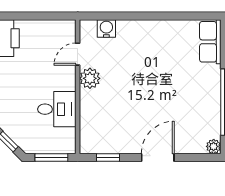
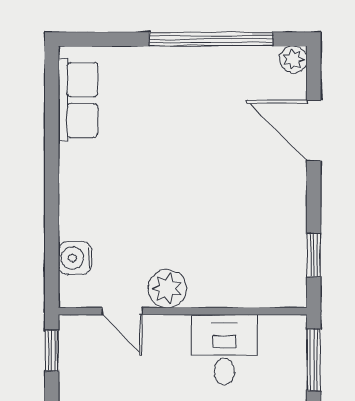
window: (56, 16) -> (52, 351), added
row of seats: (210, 42) -> (78, 100), moved, turned -90
door: (158, 157) -> (314, 131), moved

